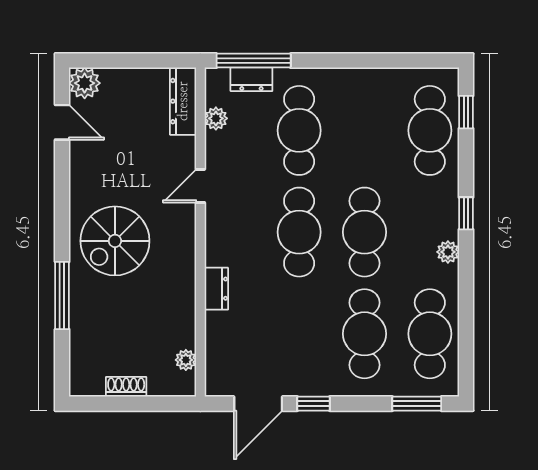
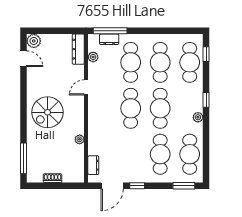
cafe table: (364, 130) -> (160, 62), added
dresser: (216, 289) -> (93, 165), moved
window: (62, 296) -> (24, 158), moved
plant: (186, 360) -> (80, 139), moved

